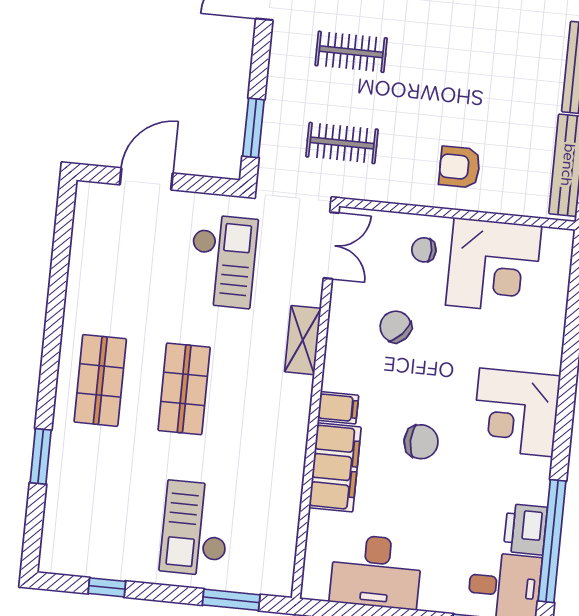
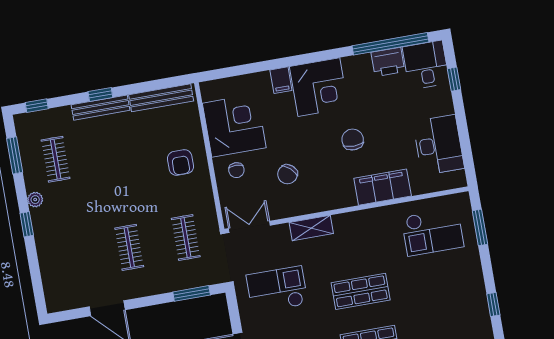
filing cabinet: (338, 408) -> (281, 80), moved, turned 180
checkout: (195, 528) -> (433, 232), moved

